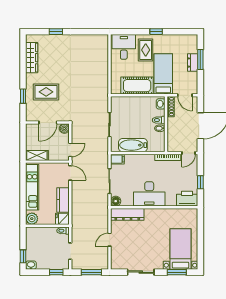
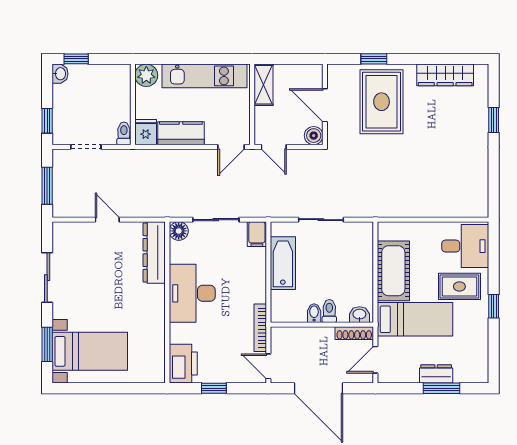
rug: (46, 92) -> (382, 102), width x1.36, depth x1.43

